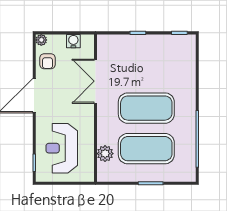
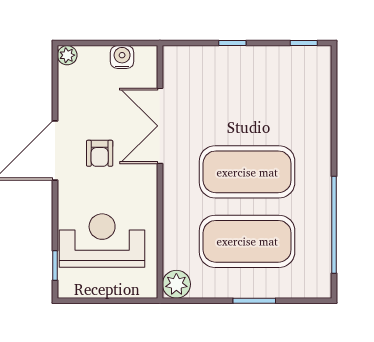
armchair: (48, 61) -> (100, 153), moved
reception desk: (62, 148) -> (102, 241), turned 90
plant: (105, 154) -> (176, 284), moved

